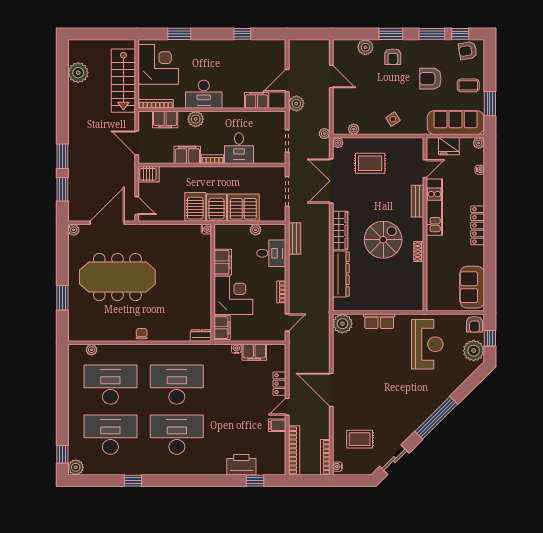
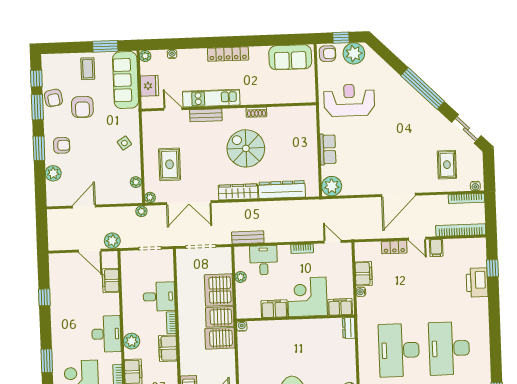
armchair: (468, 51) -> (53, 98), moved

